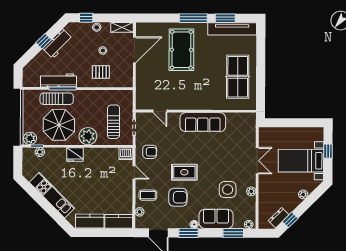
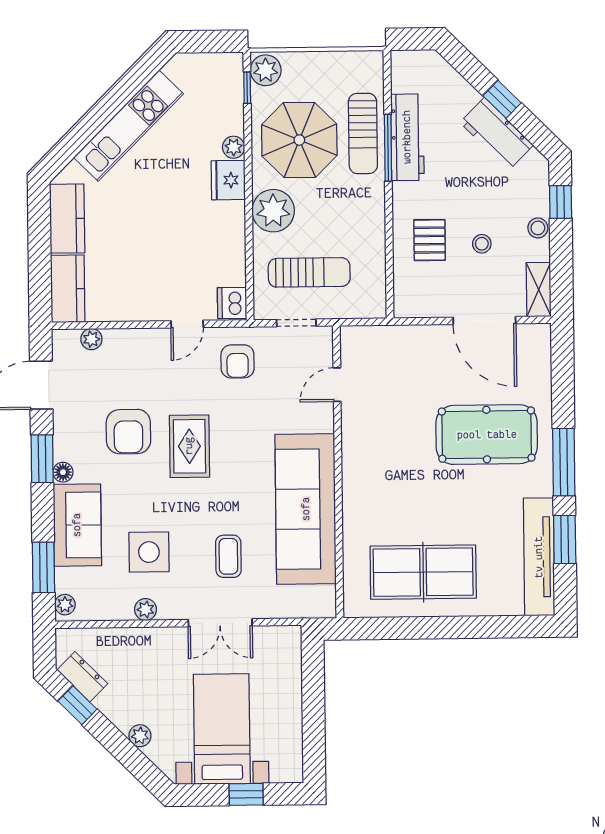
sofa: (203, 122) -> (306, 509), width x1.36, depth x1.27
plant: (40, 152) -> (234, 147), moved
coffee table: (148, 195) -> (228, 556), moved

